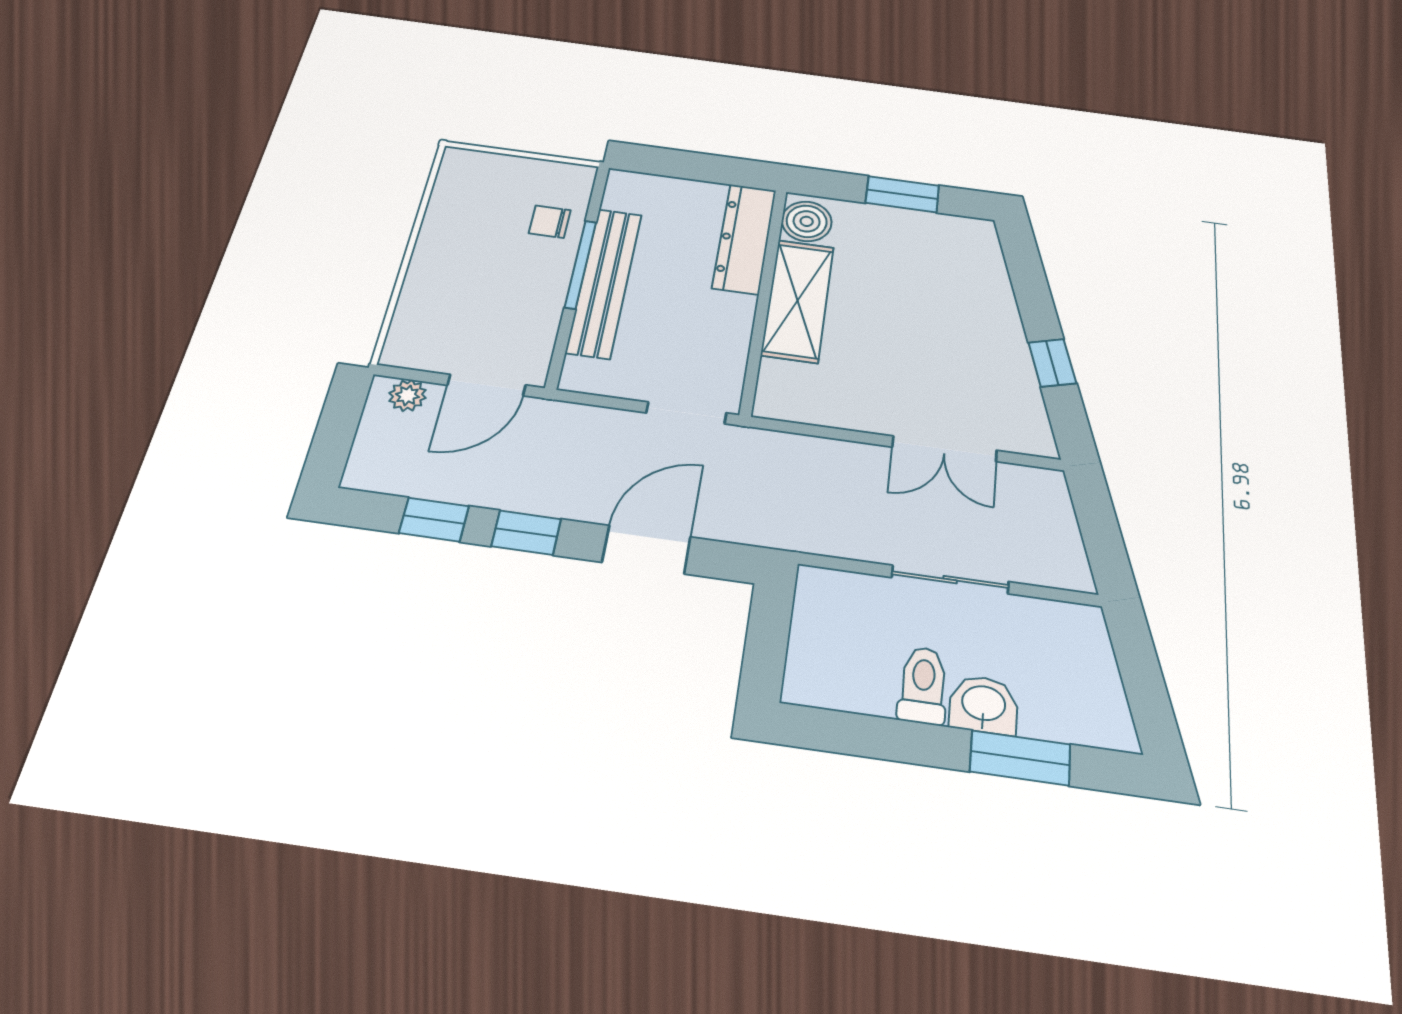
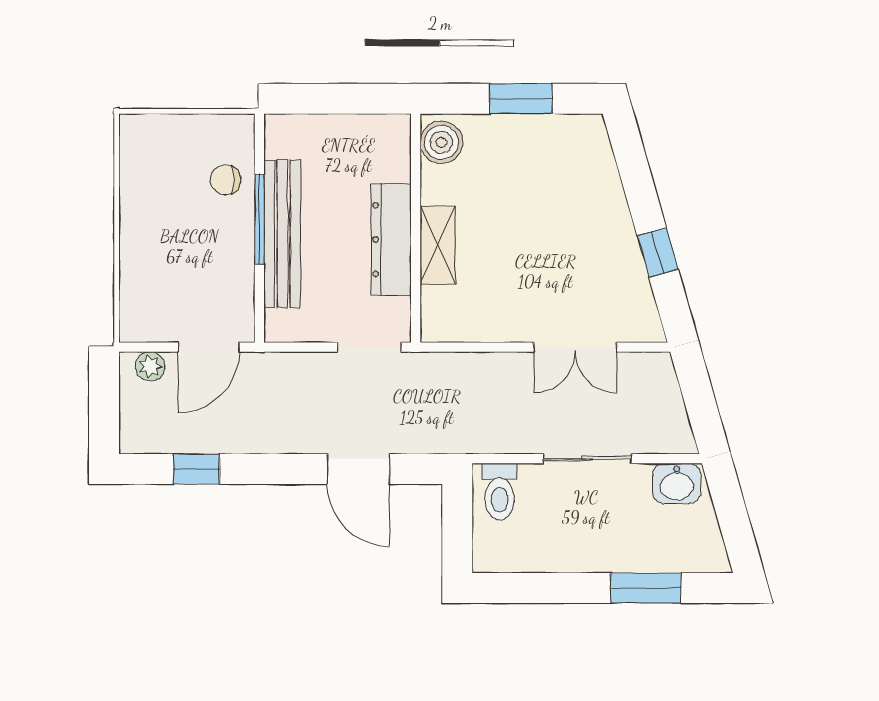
dresser: (745, 238) -> (391, 240), moved
shelving: (798, 301) -> (438, 245), width x0.67, depth x0.75
window: (526, 533) -> (267, 469), removed
door: (646, 550) -> (358, 469), swing flipped
toilet: (923, 685) -> (500, 492), moved, turned 180
washbasin: (984, 705) -> (677, 484), moved, turned 180

